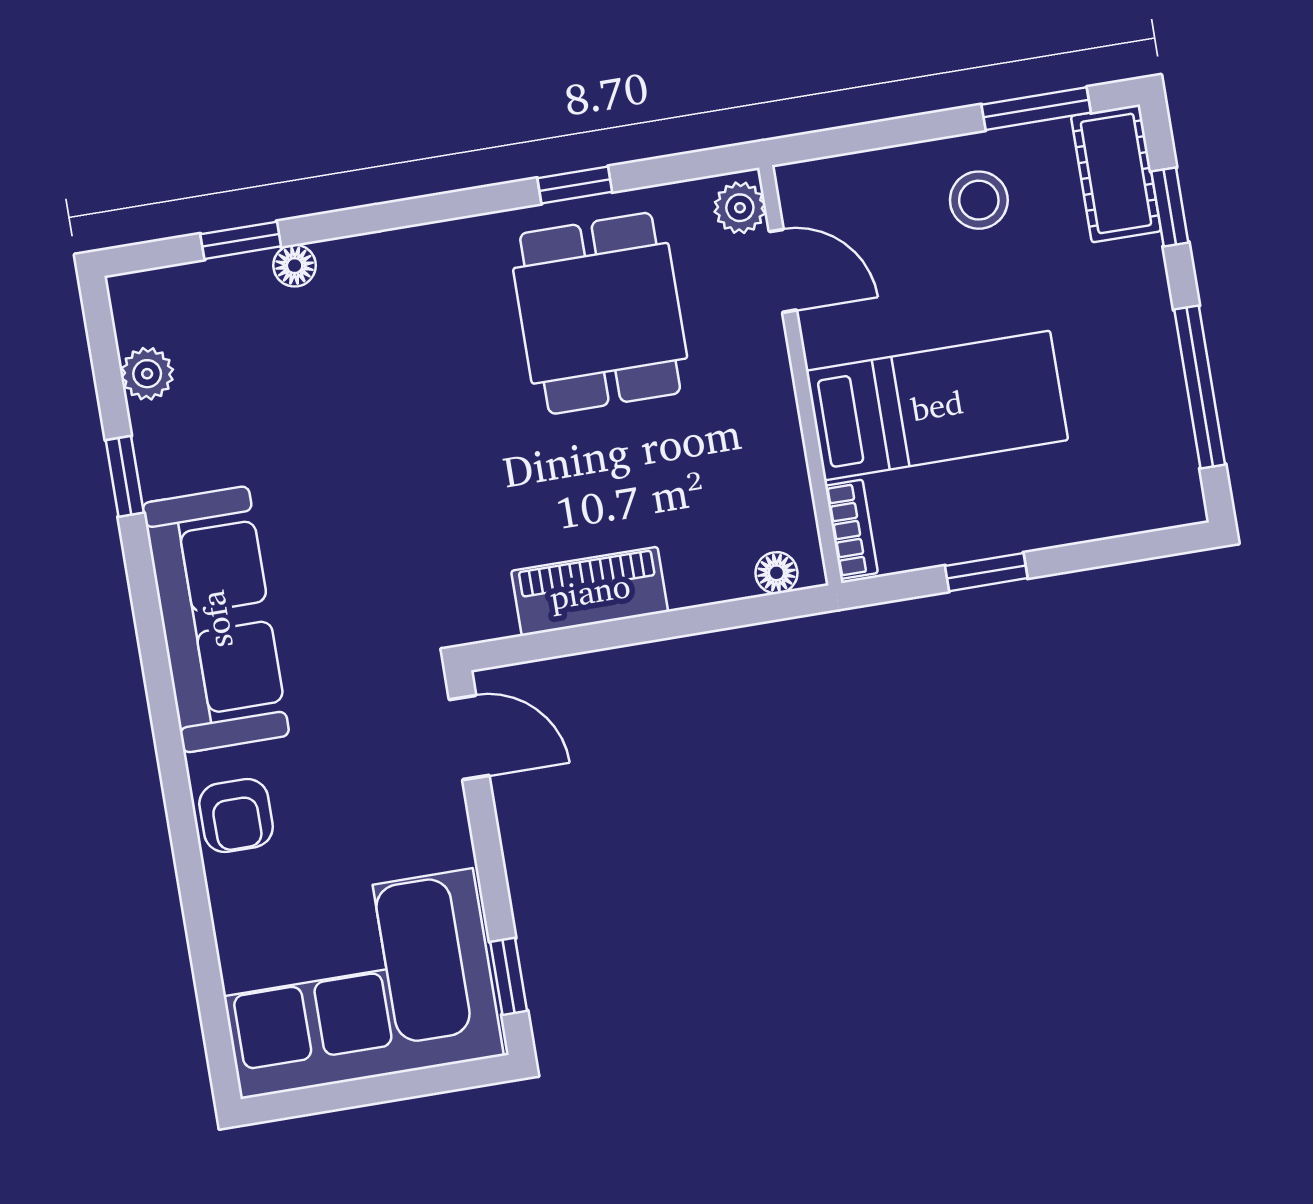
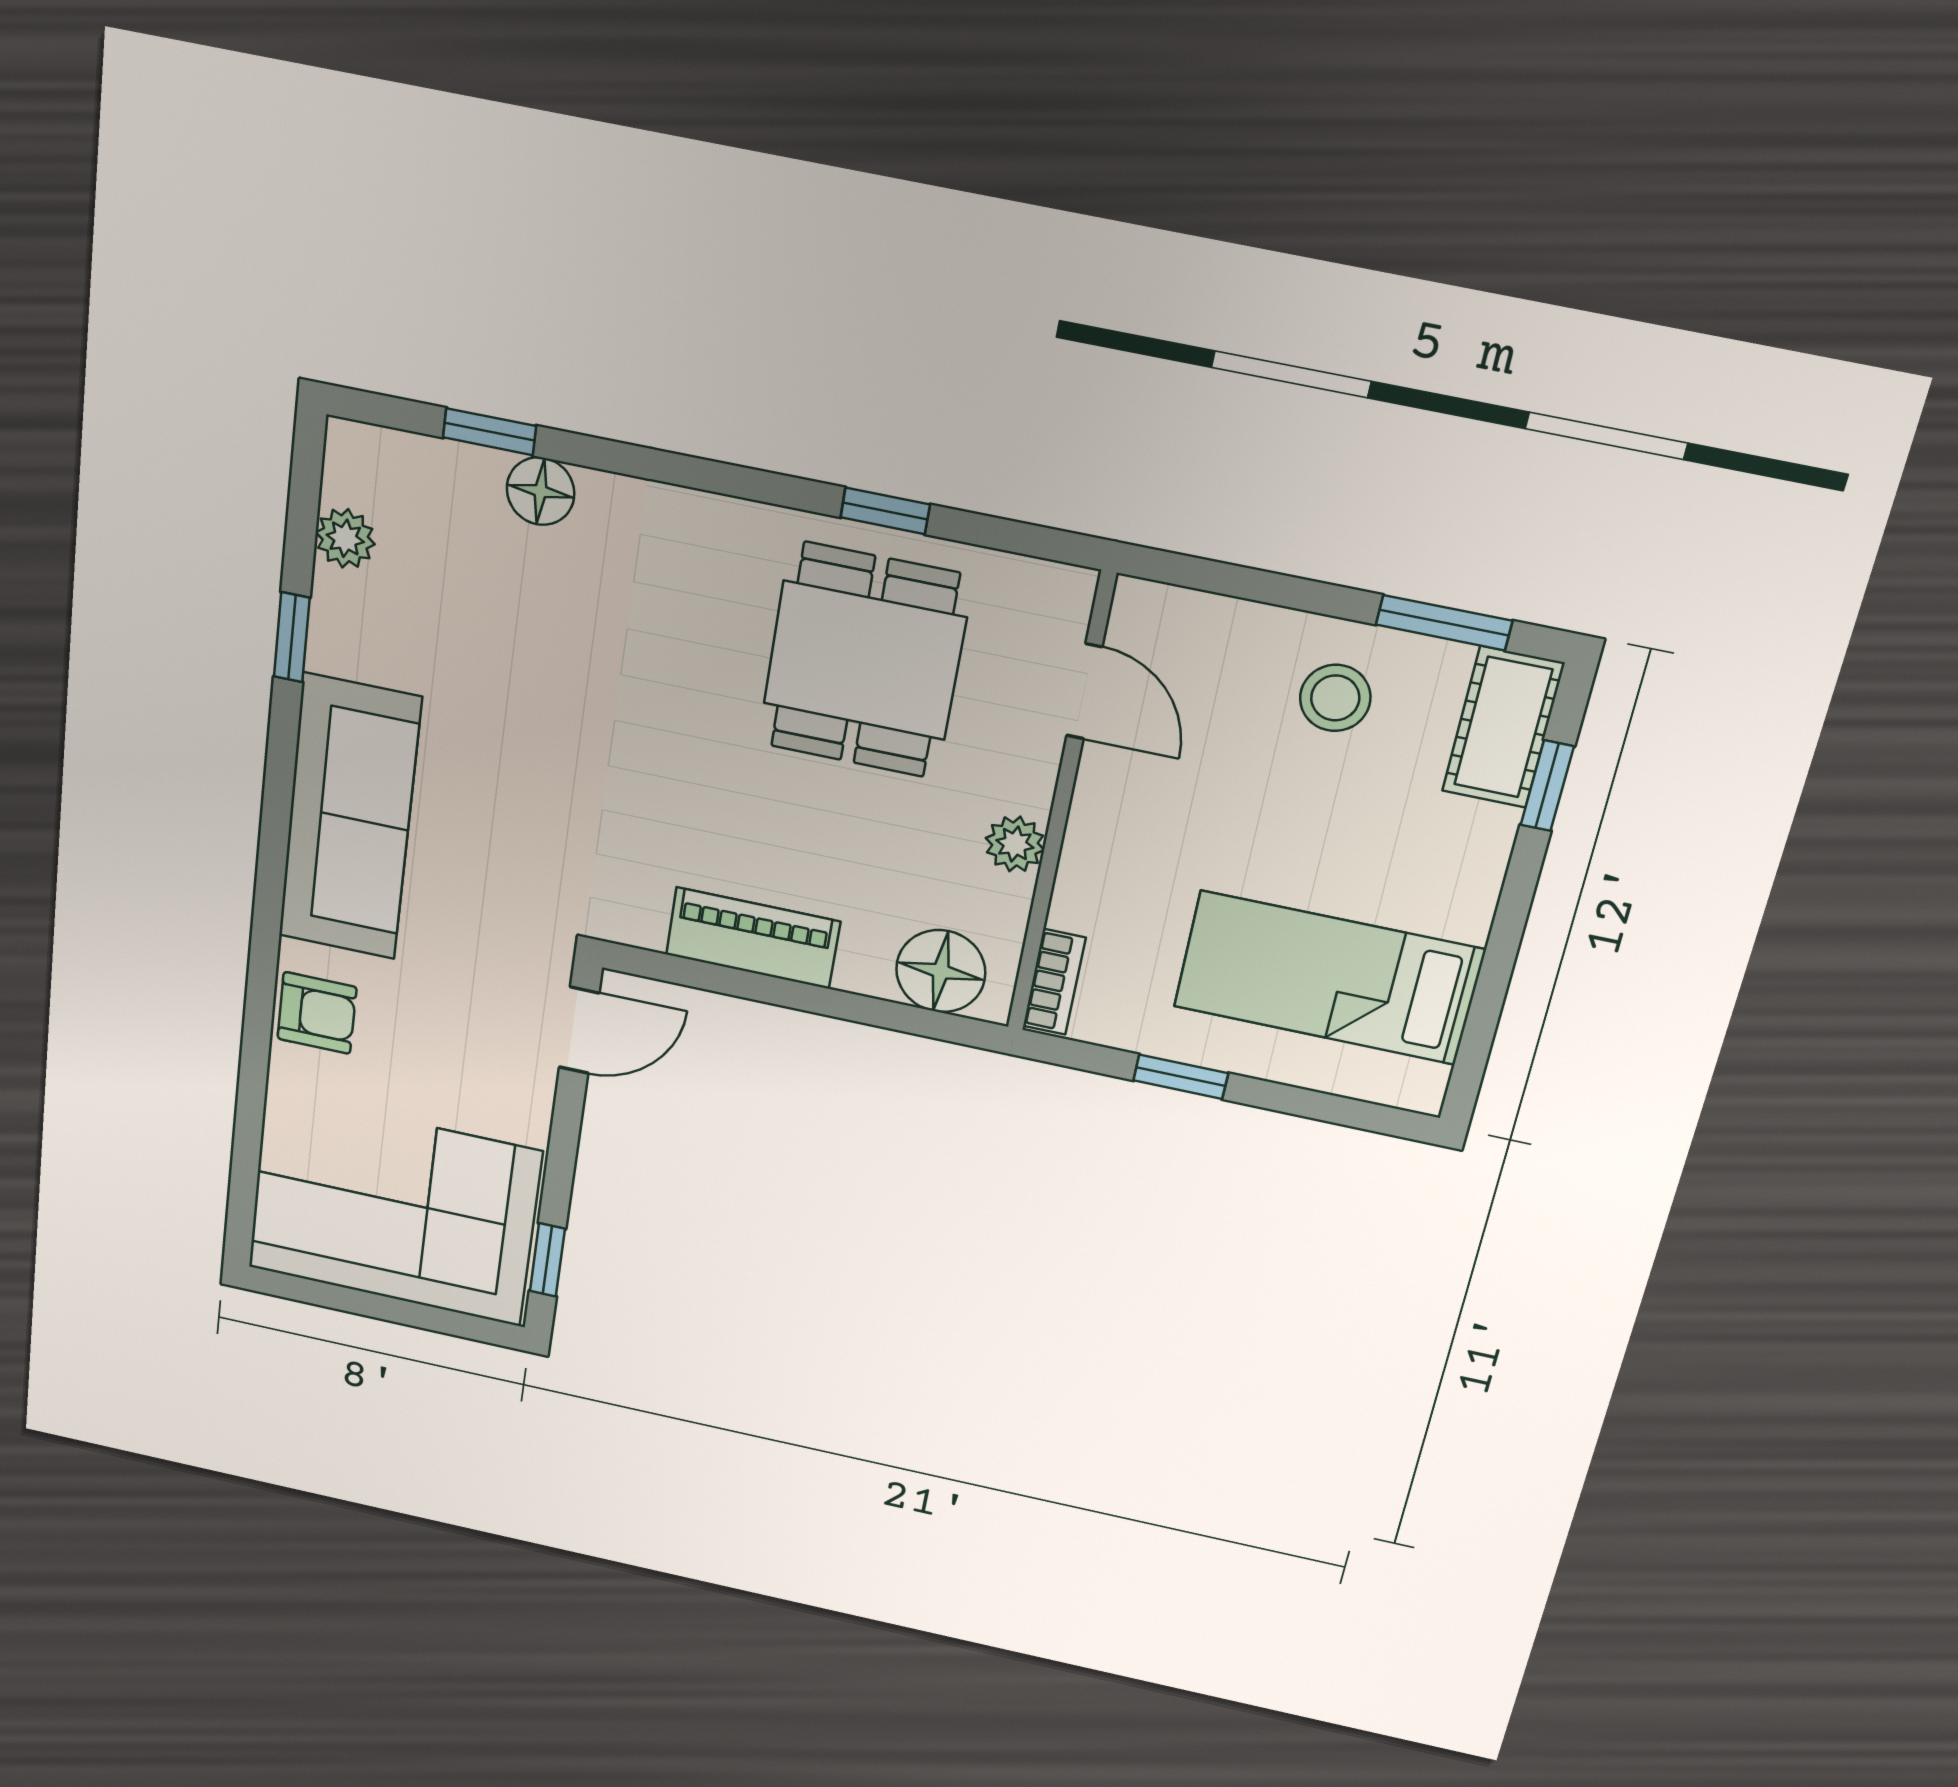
plant: (740, 208) -> (1015, 844), moved
floor lamp: (295, 266) -> (541, 491), width x1.37, depth x1.37
window: (1200, 387) -> (1493, 983), removed
bed: (937, 405) -> (1328, 978), moved, turned 180
floor lamp: (776, 573) -> (941, 971), width x1.89, depth x1.89
door: (469, 738) -> (579, 1030), hinge flipped
armchair: (236, 815) -> (317, 1013), turned -90

